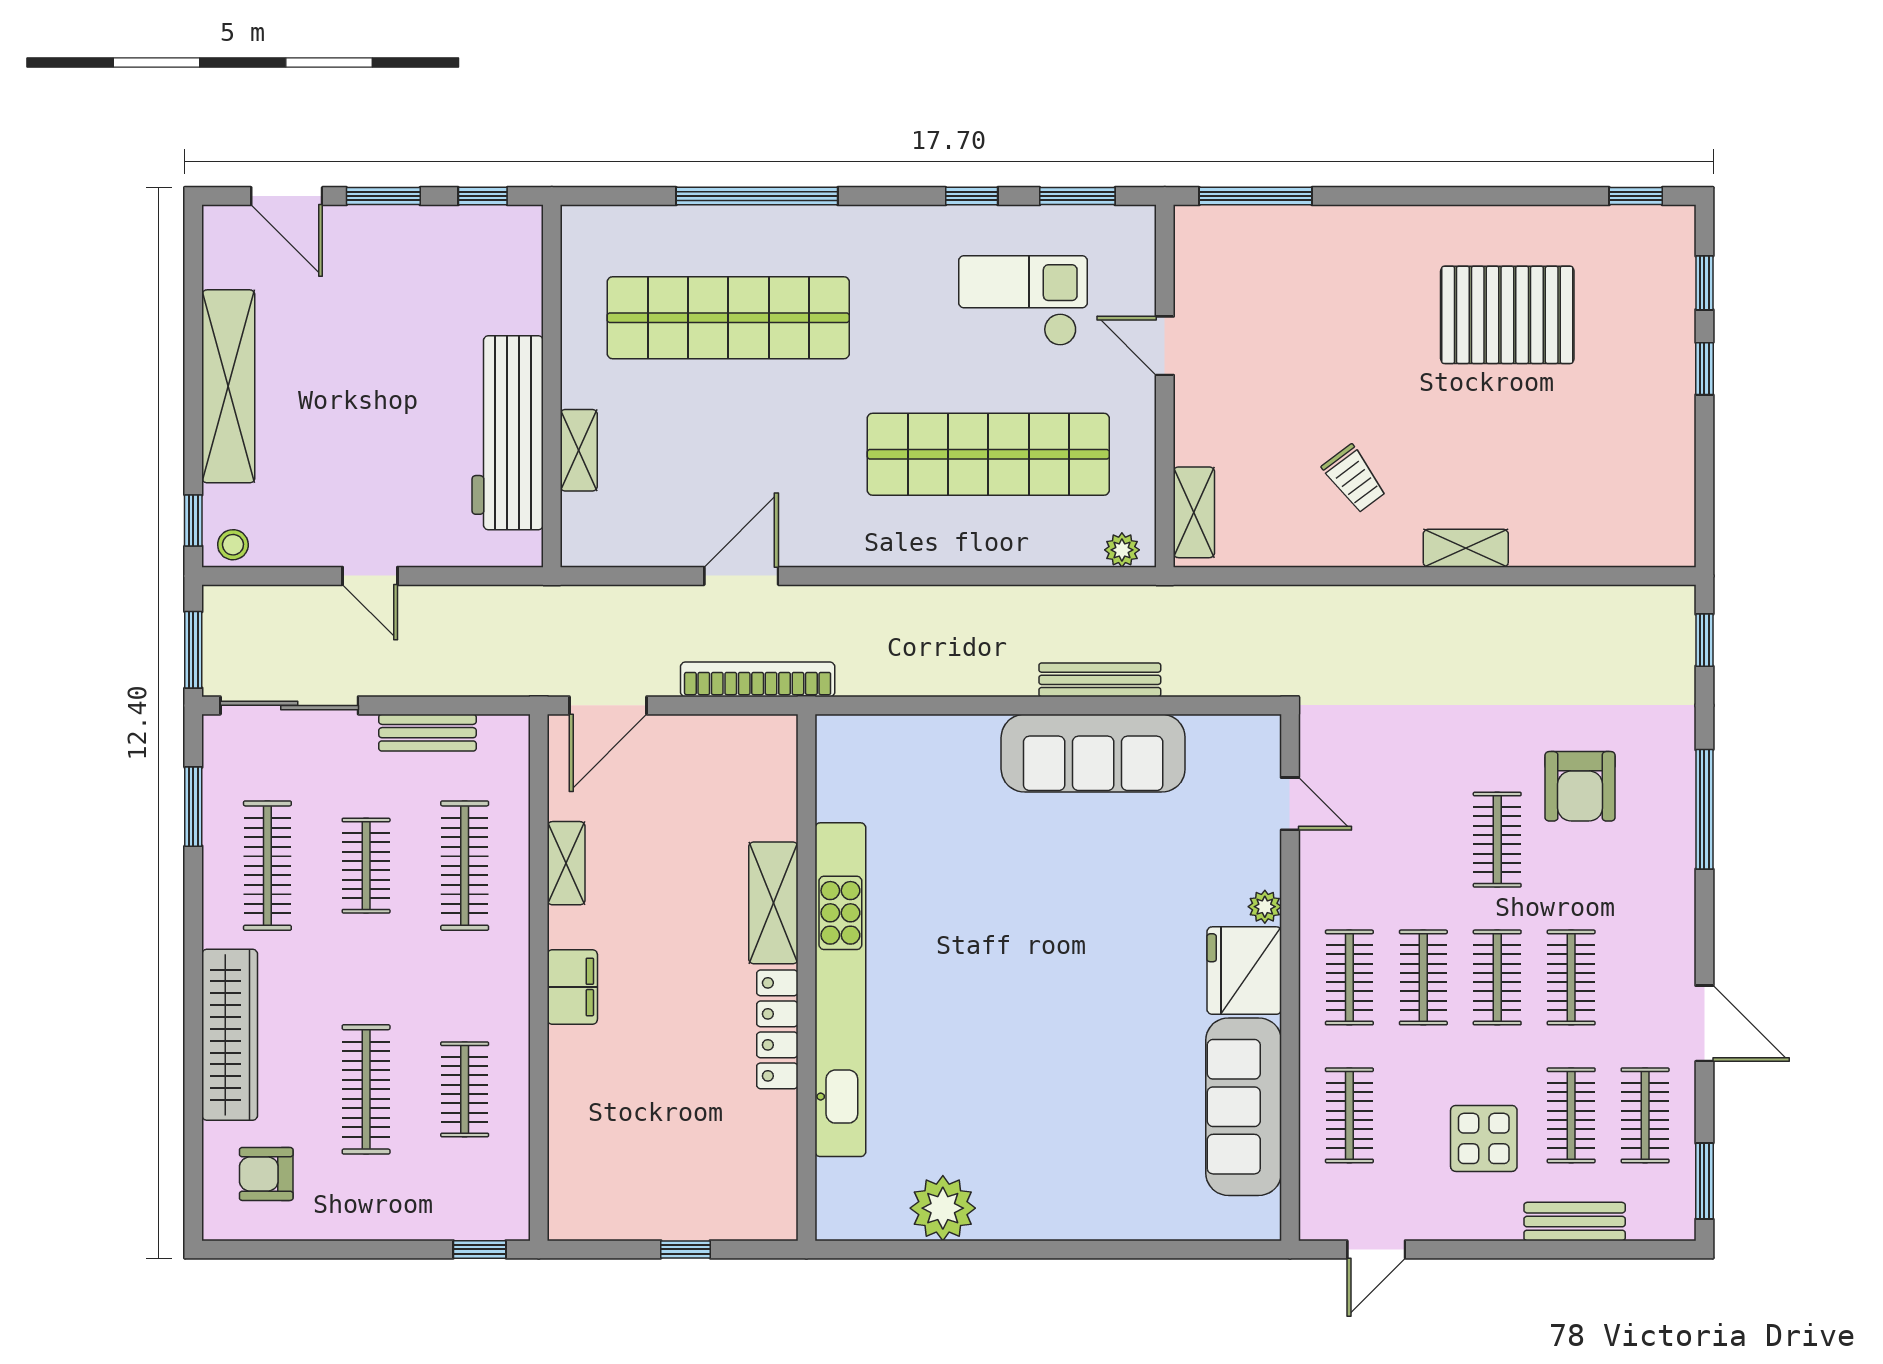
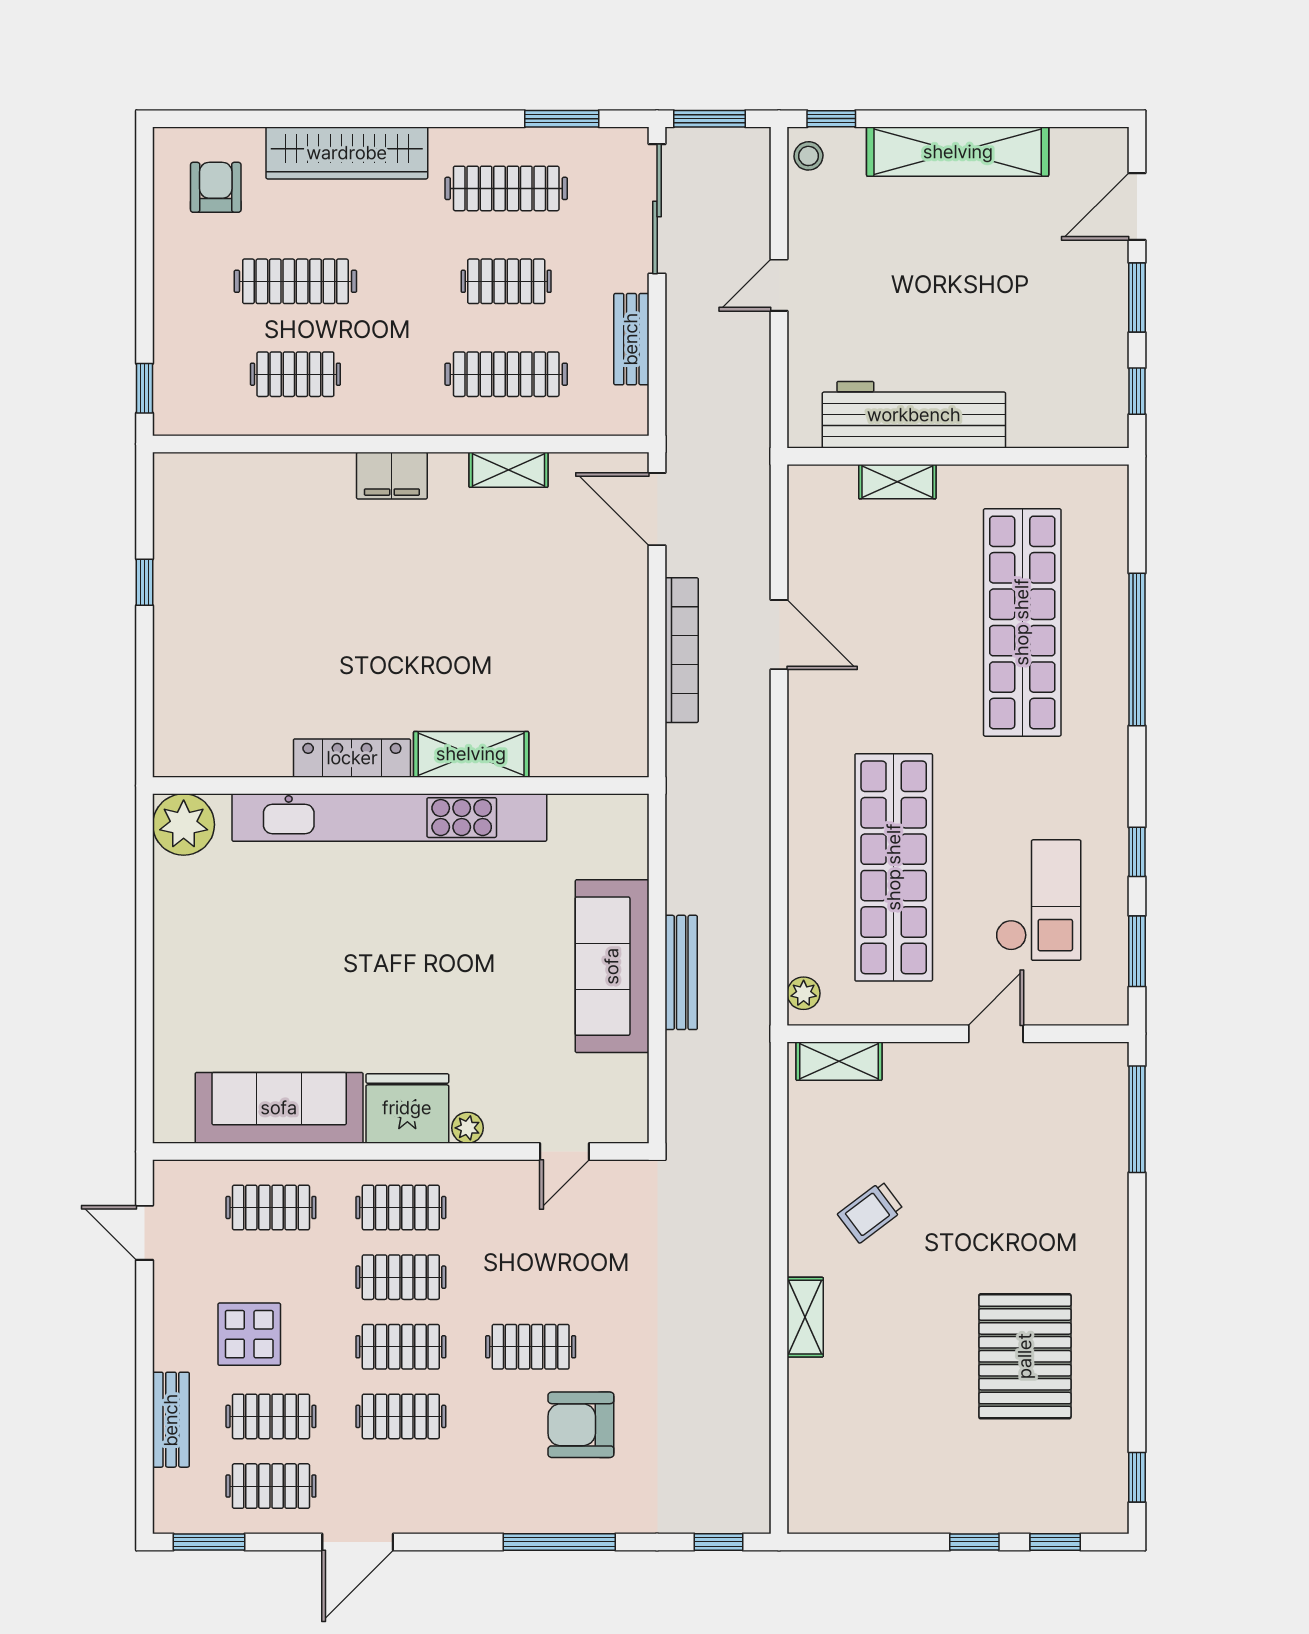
shelving: (773, 903) -> (471, 754), moved
wall: (806, 977) -> (401, 786), moved
kitchen unit: (840, 990) -> (389, 818), moved
locker: (777, 1029) -> (352, 758), moved

